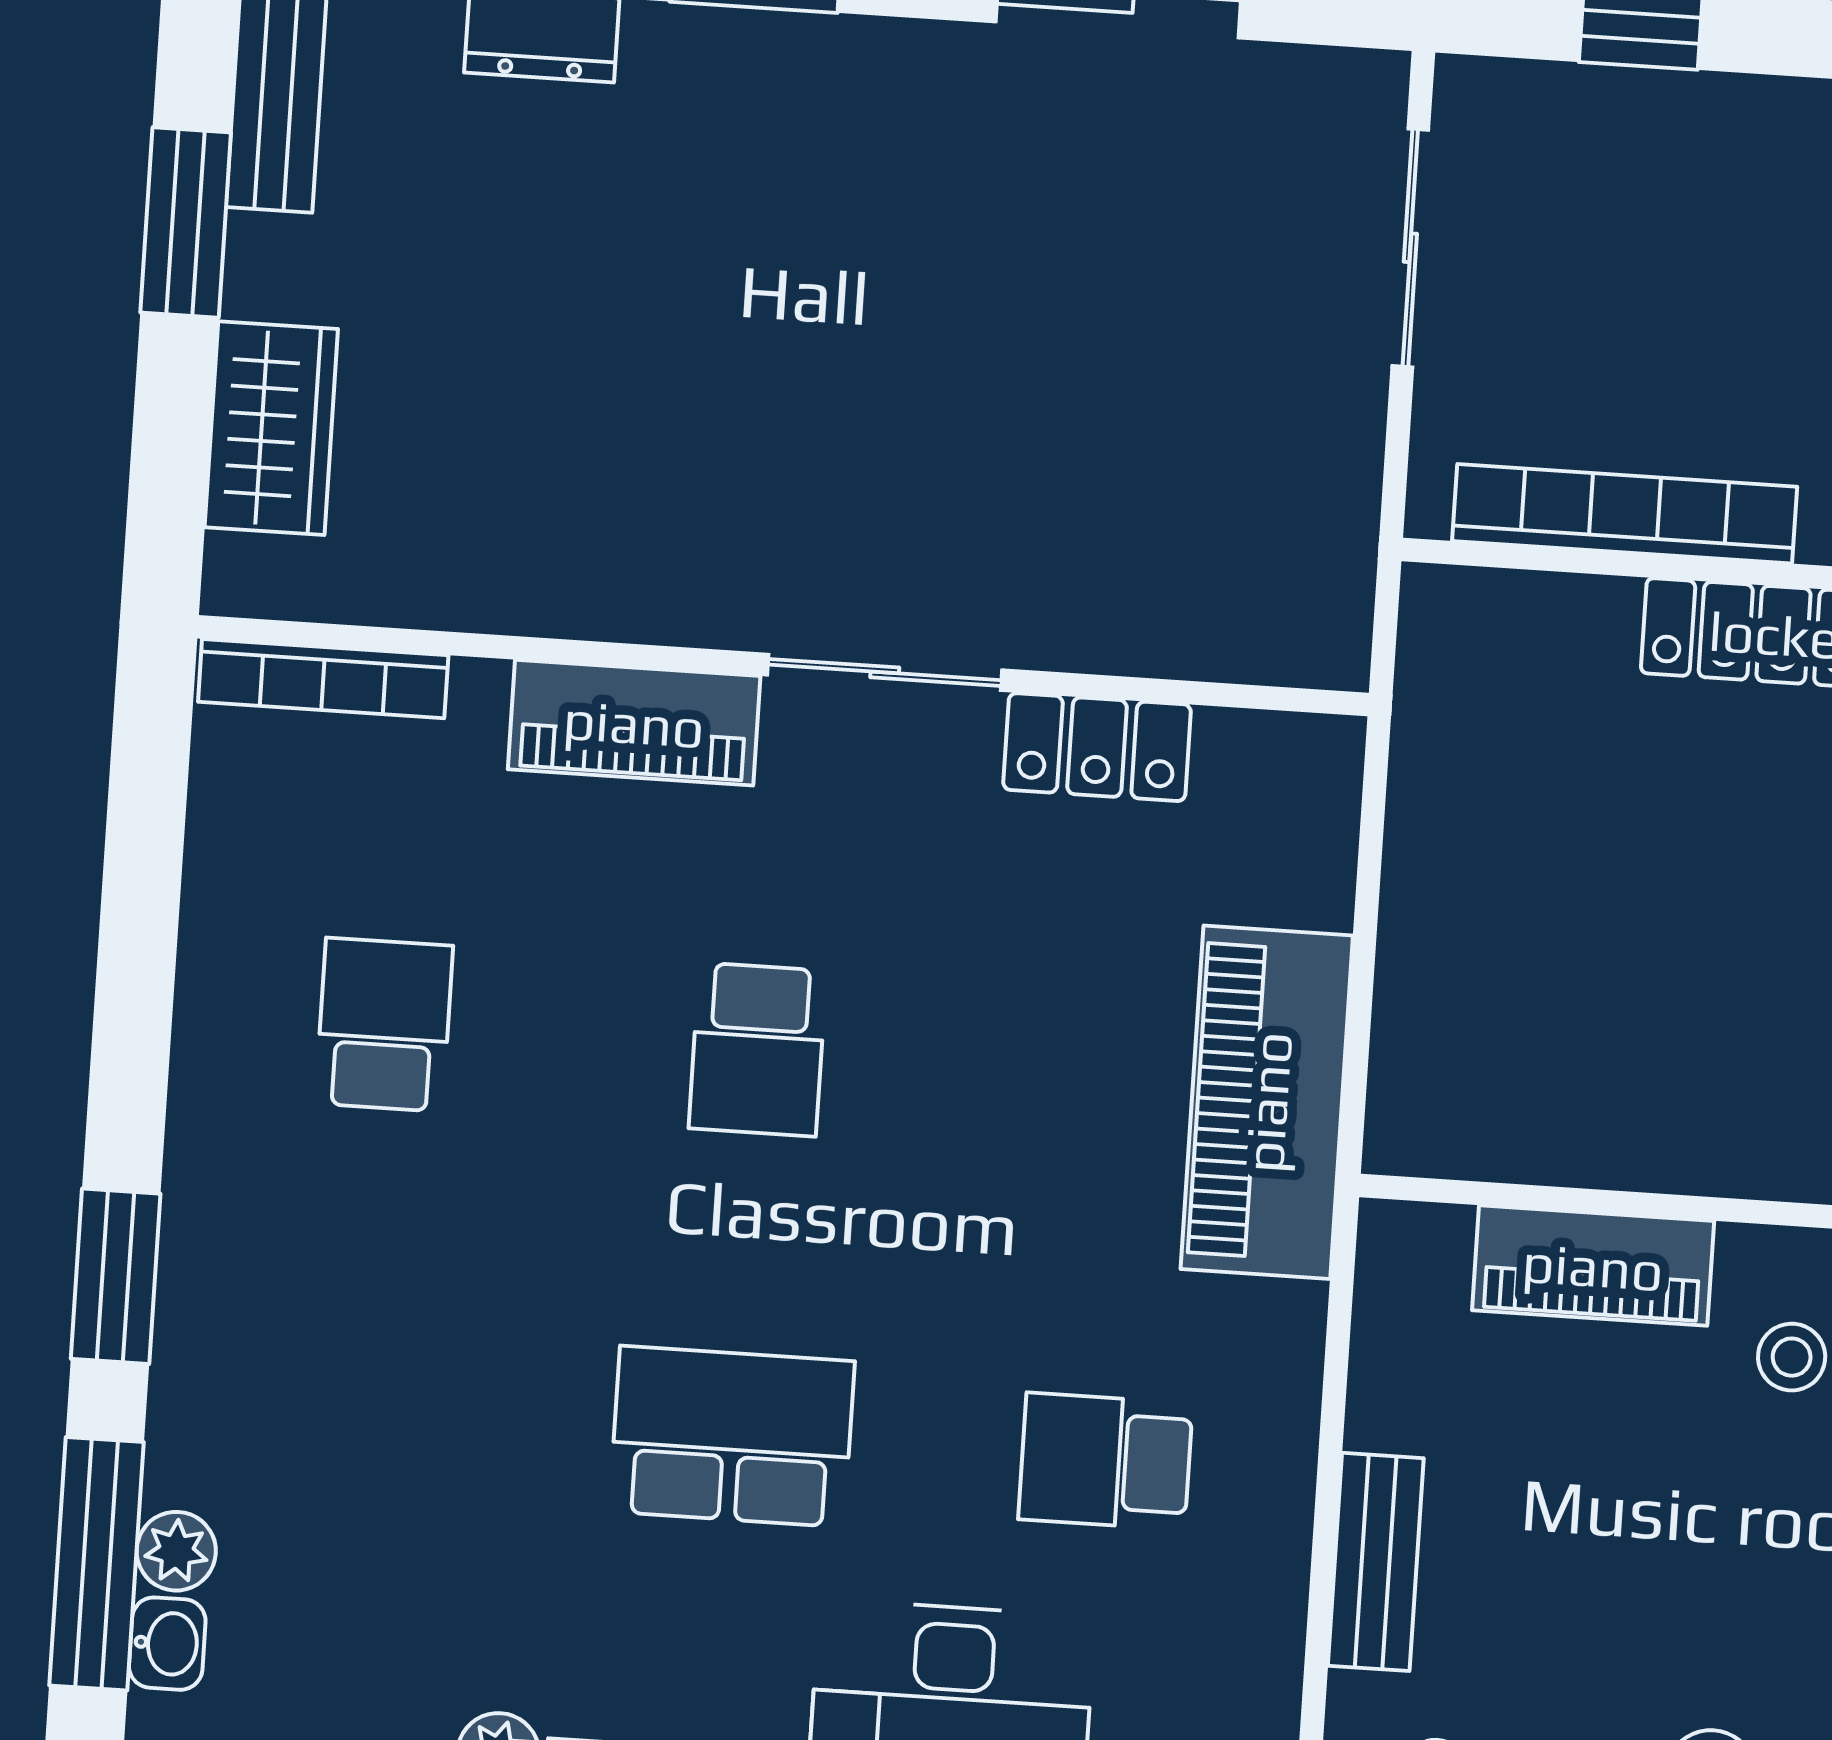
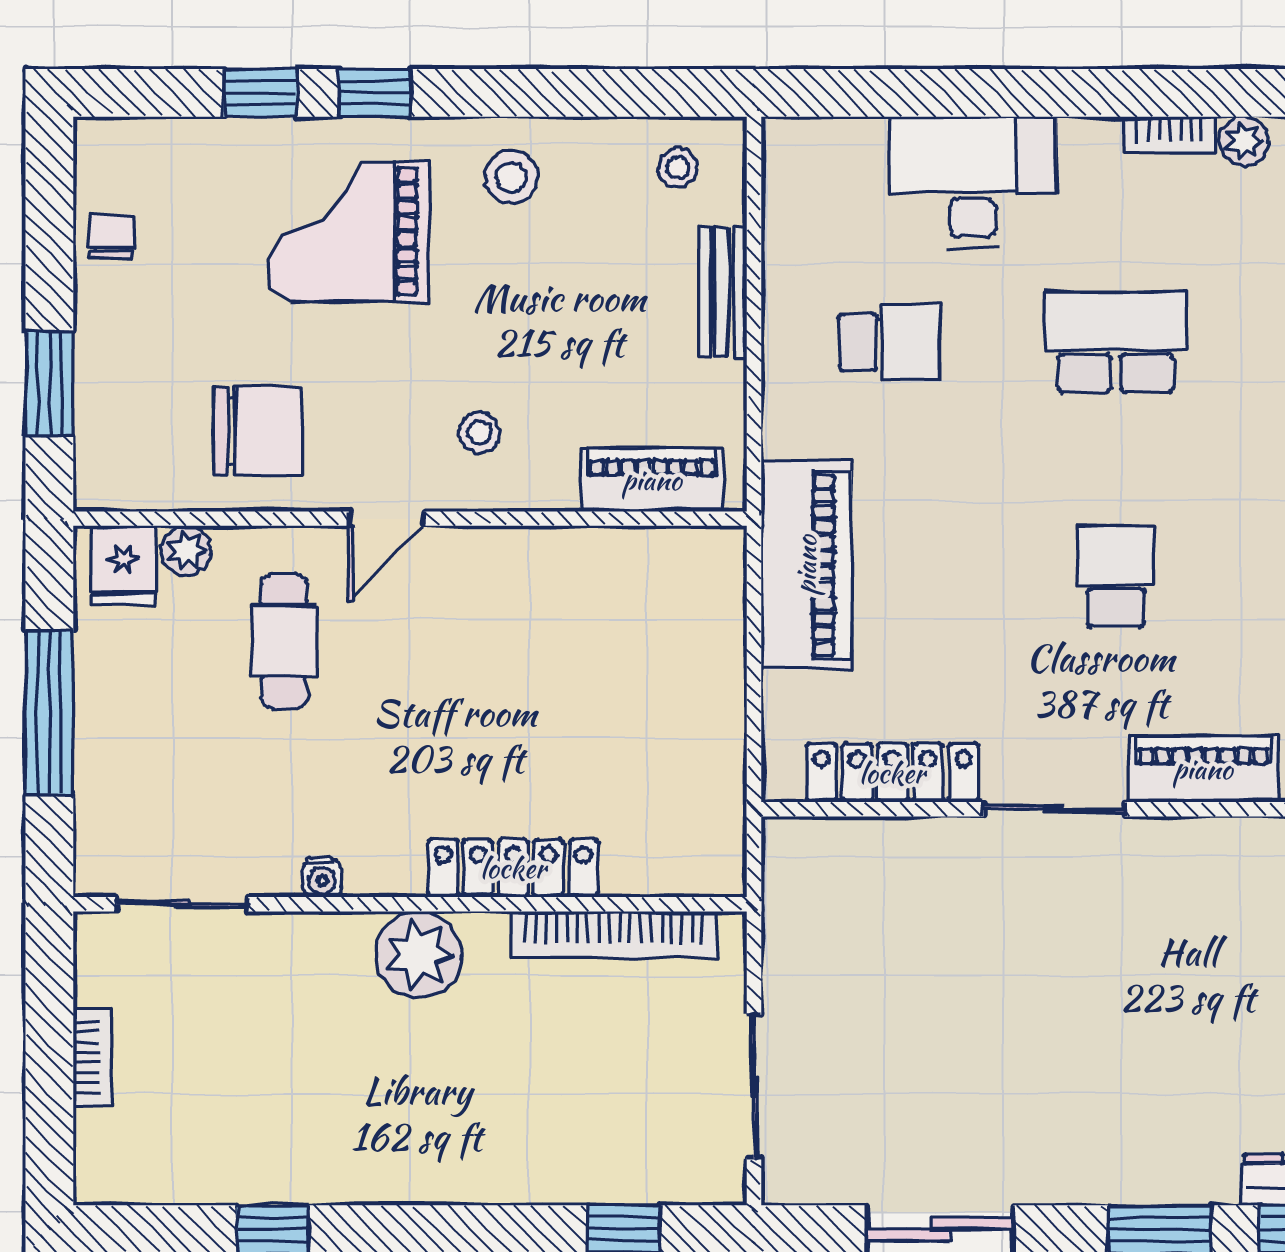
locker: (1097, 747) -> (892, 773), width x1.53
piano: (1593, 1266) -> (652, 480), moved
school desk: (732, 1436) -> (1116, 342), turned 180

